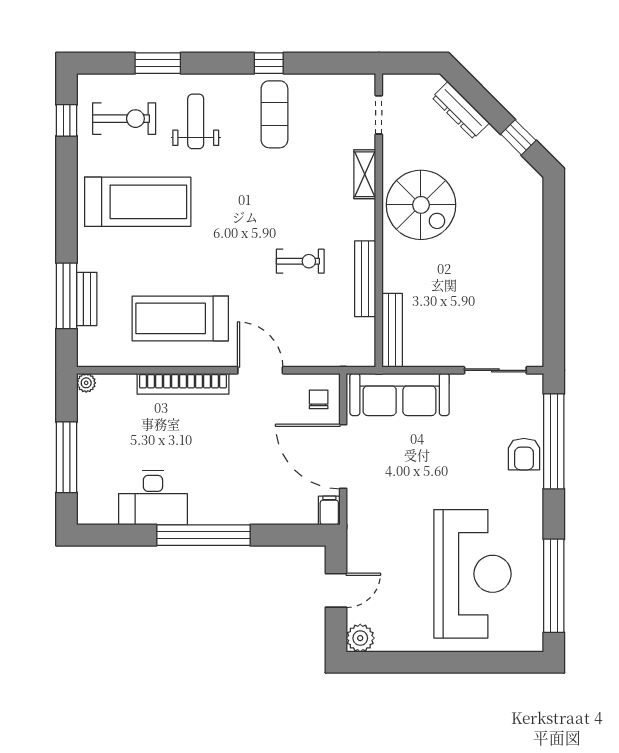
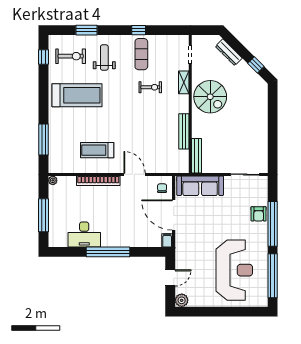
exercise bike: (300, 261) -> (150, 87), moved
bench: (87, 299) -> (53, 141), removed
treadmill: (180, 318) -> (97, 150), width x0.73, depth x0.73
window: (554, 441) -> (273, 224), moved

